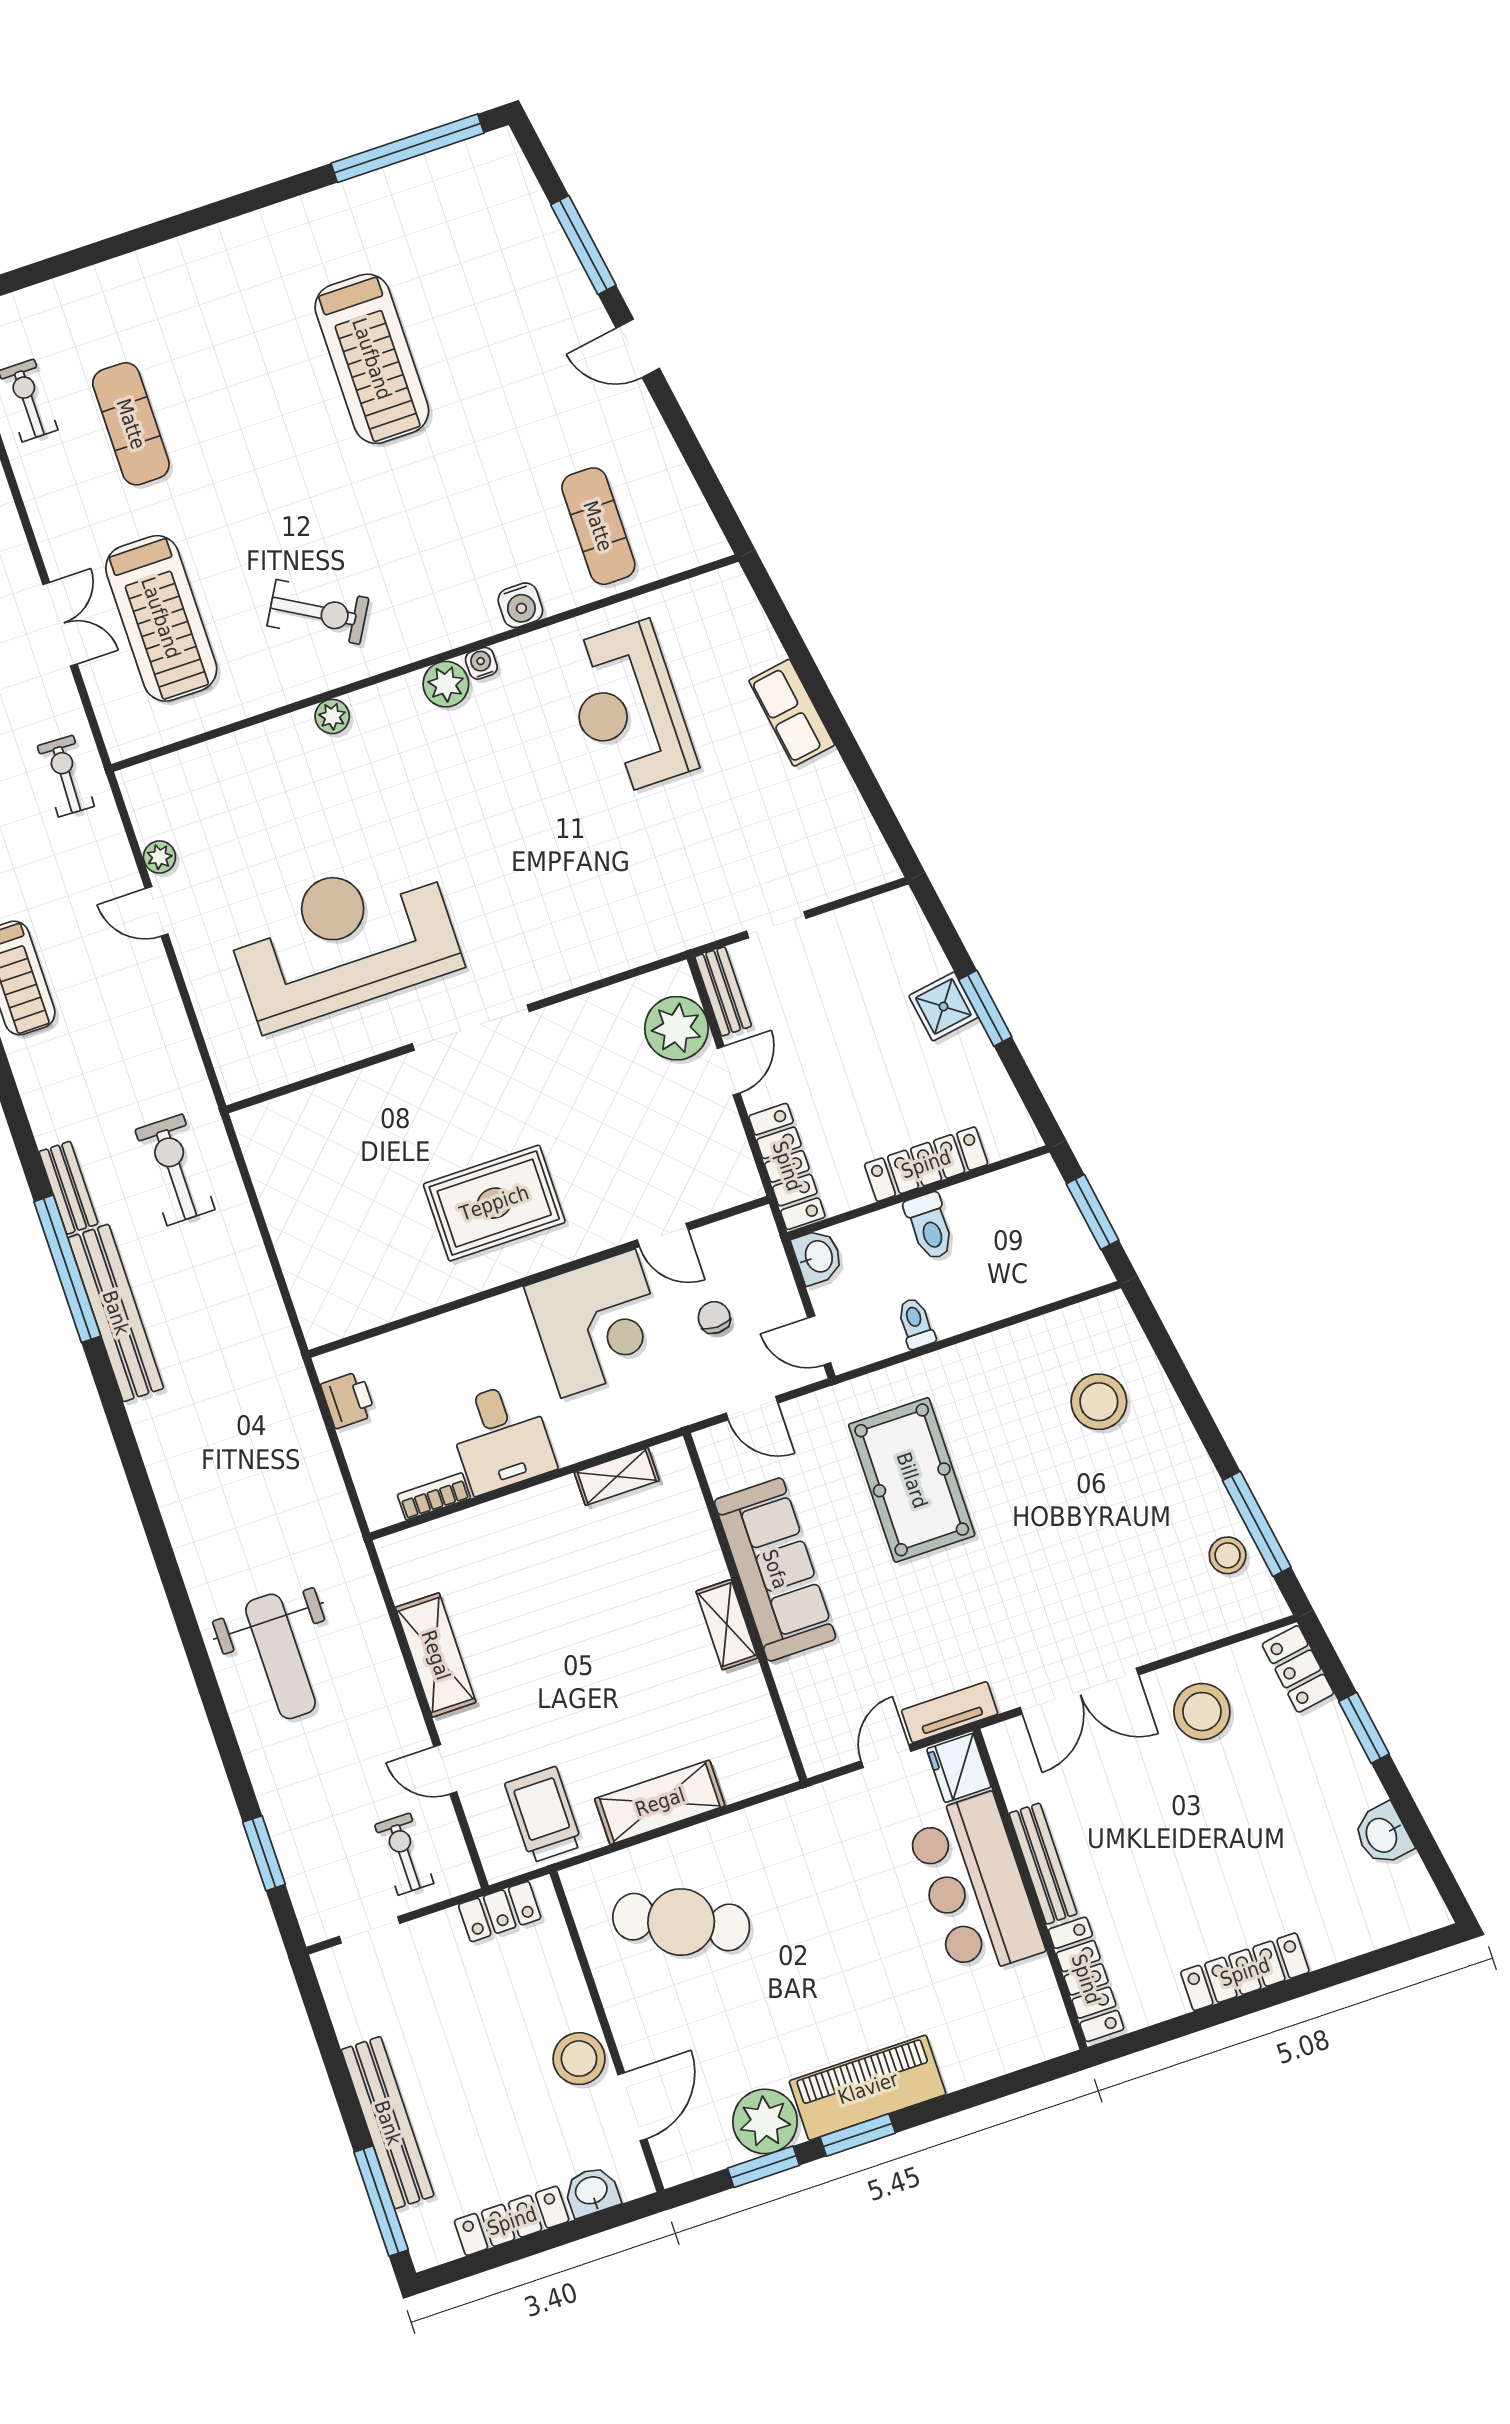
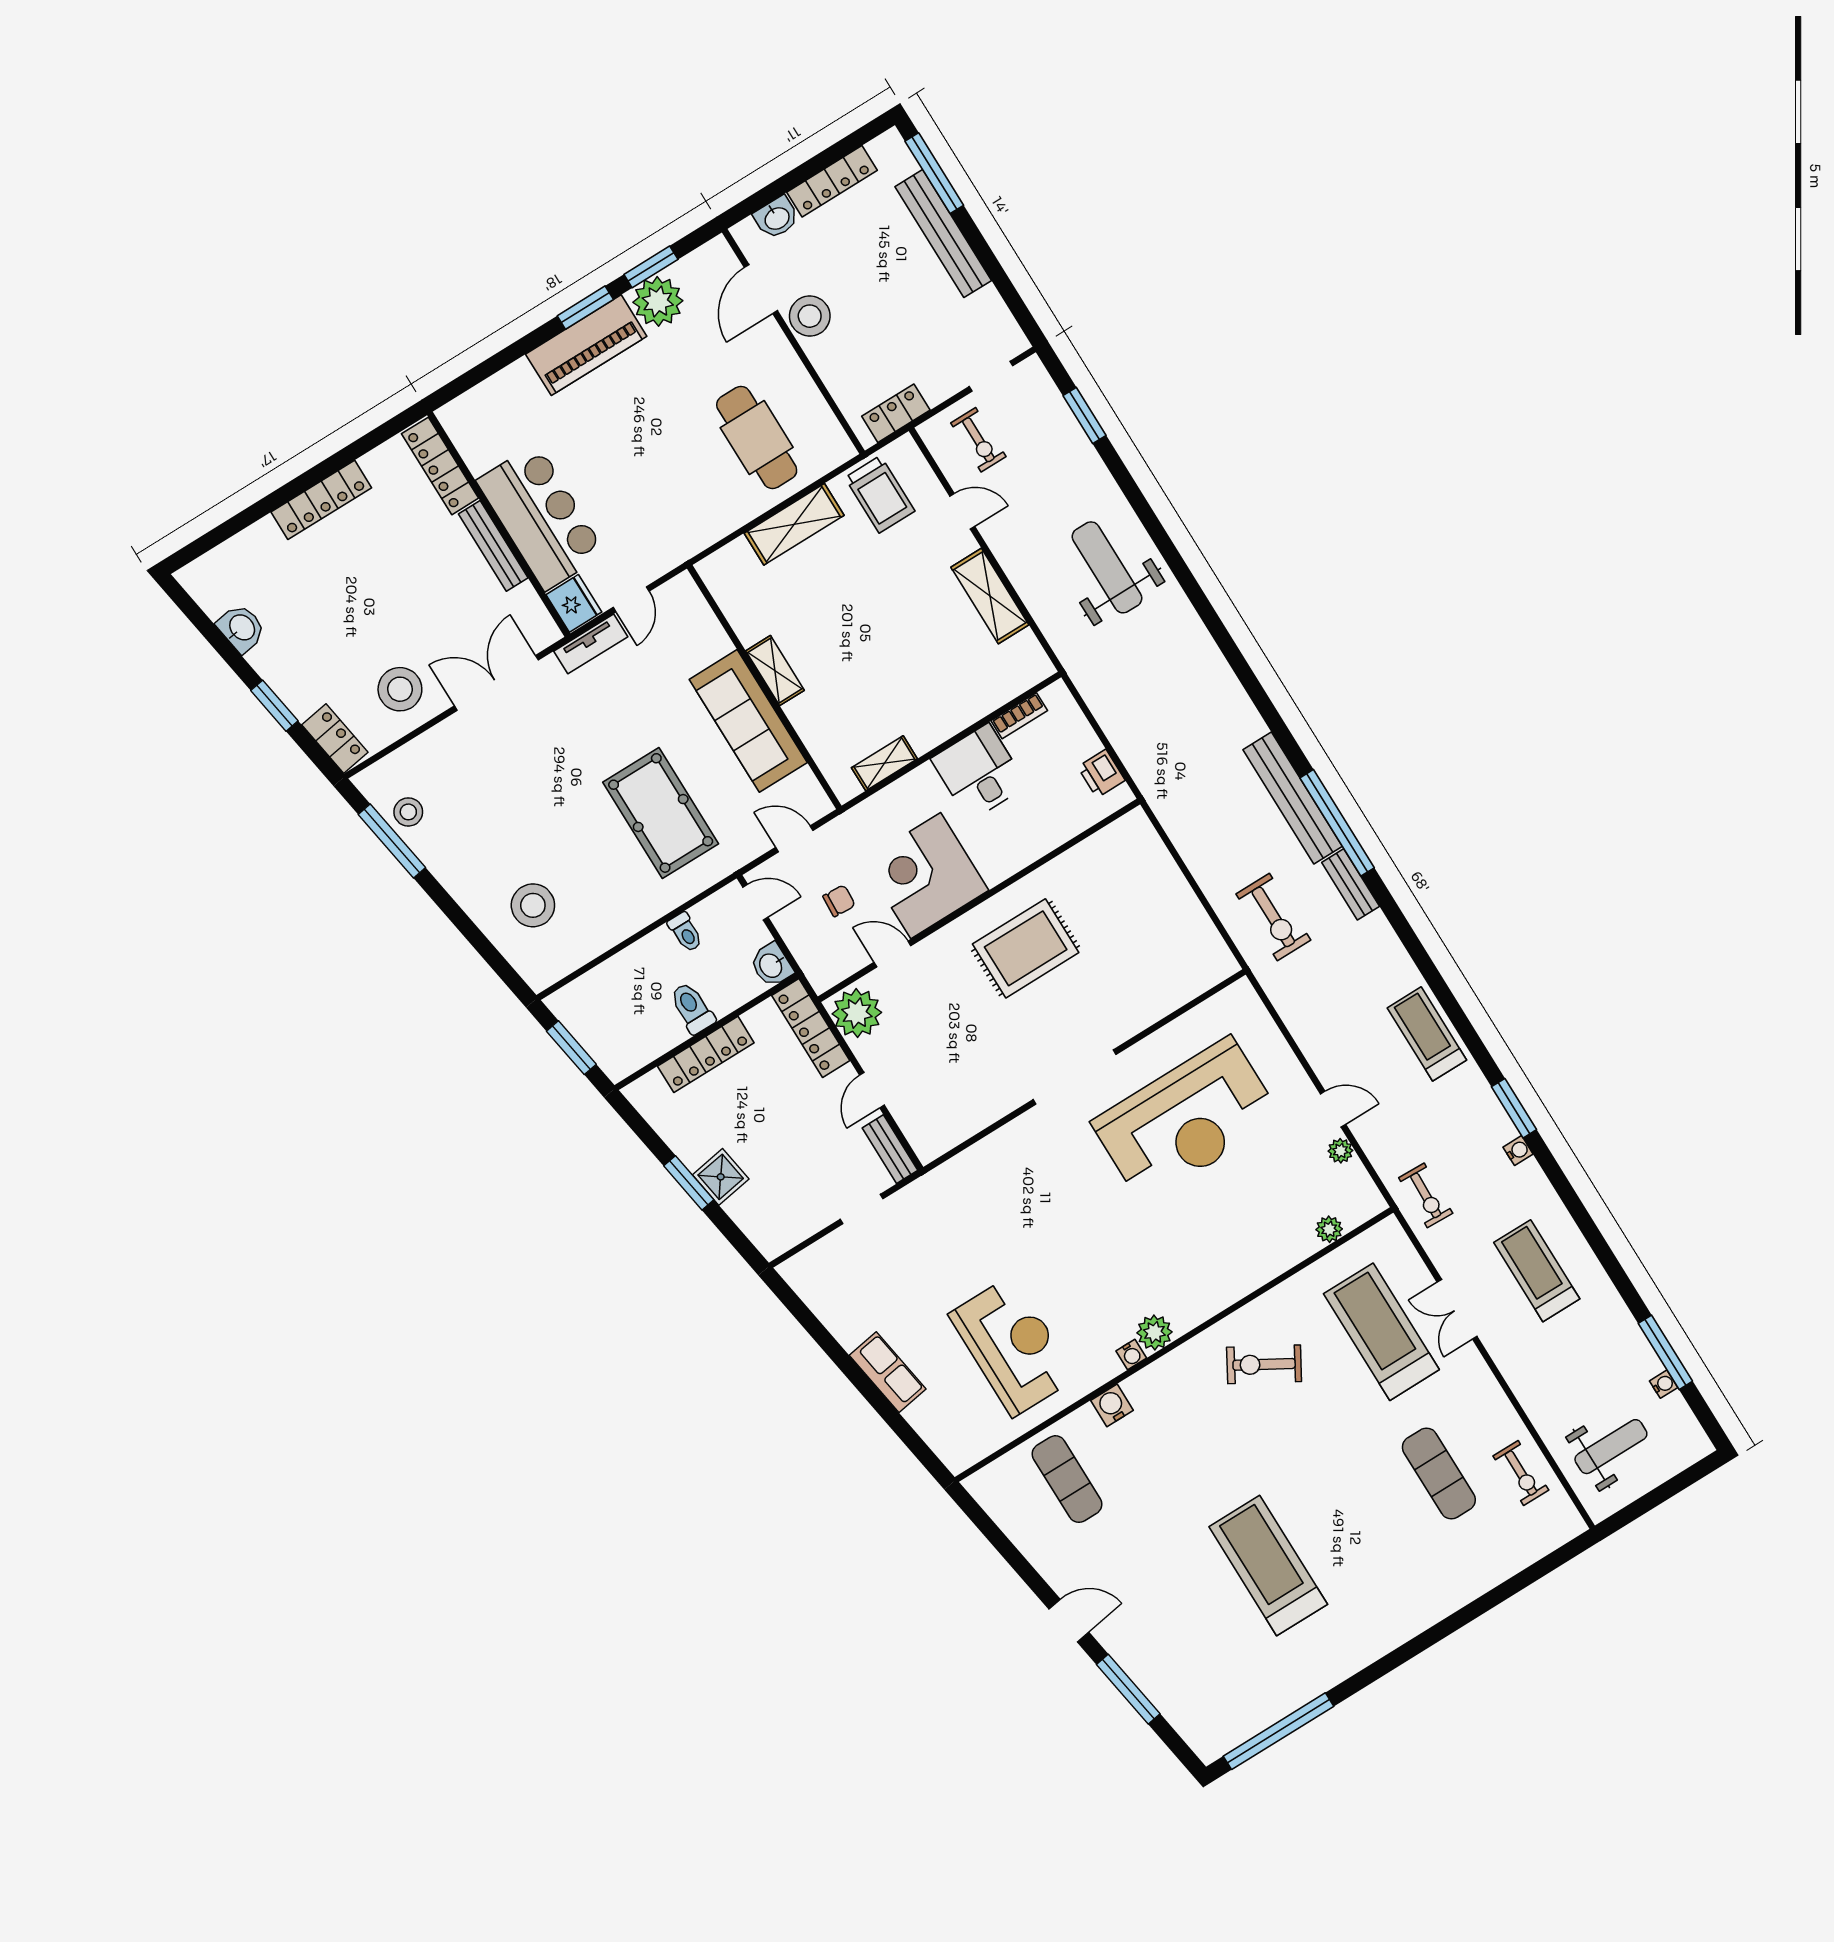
plant: (332, 716) -> (1329, 1229), moved
plant: (677, 1028) -> (857, 1013), moved
chair: (714, 1317) -> (839, 901), turned -87
cafe table: (681, 1922) -> (757, 437), turned 65

